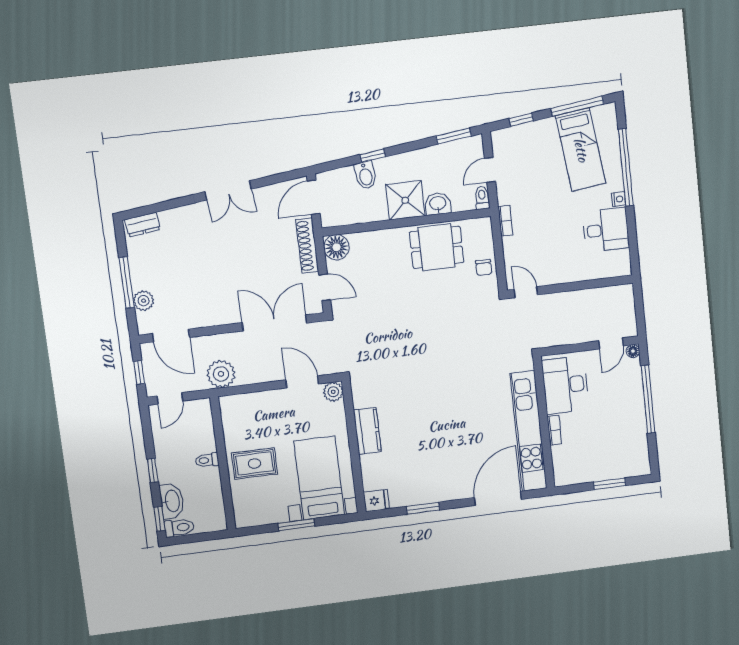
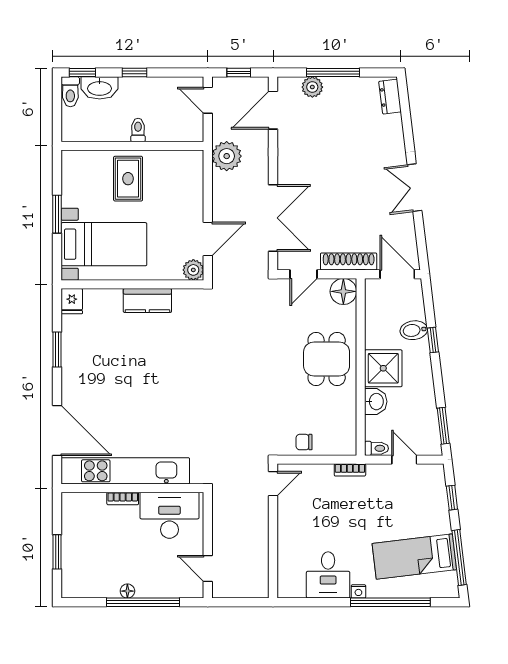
dining table: (437, 247) -> (327, 359), moved
floor lamp: (633, 351) -> (127, 591), moved

